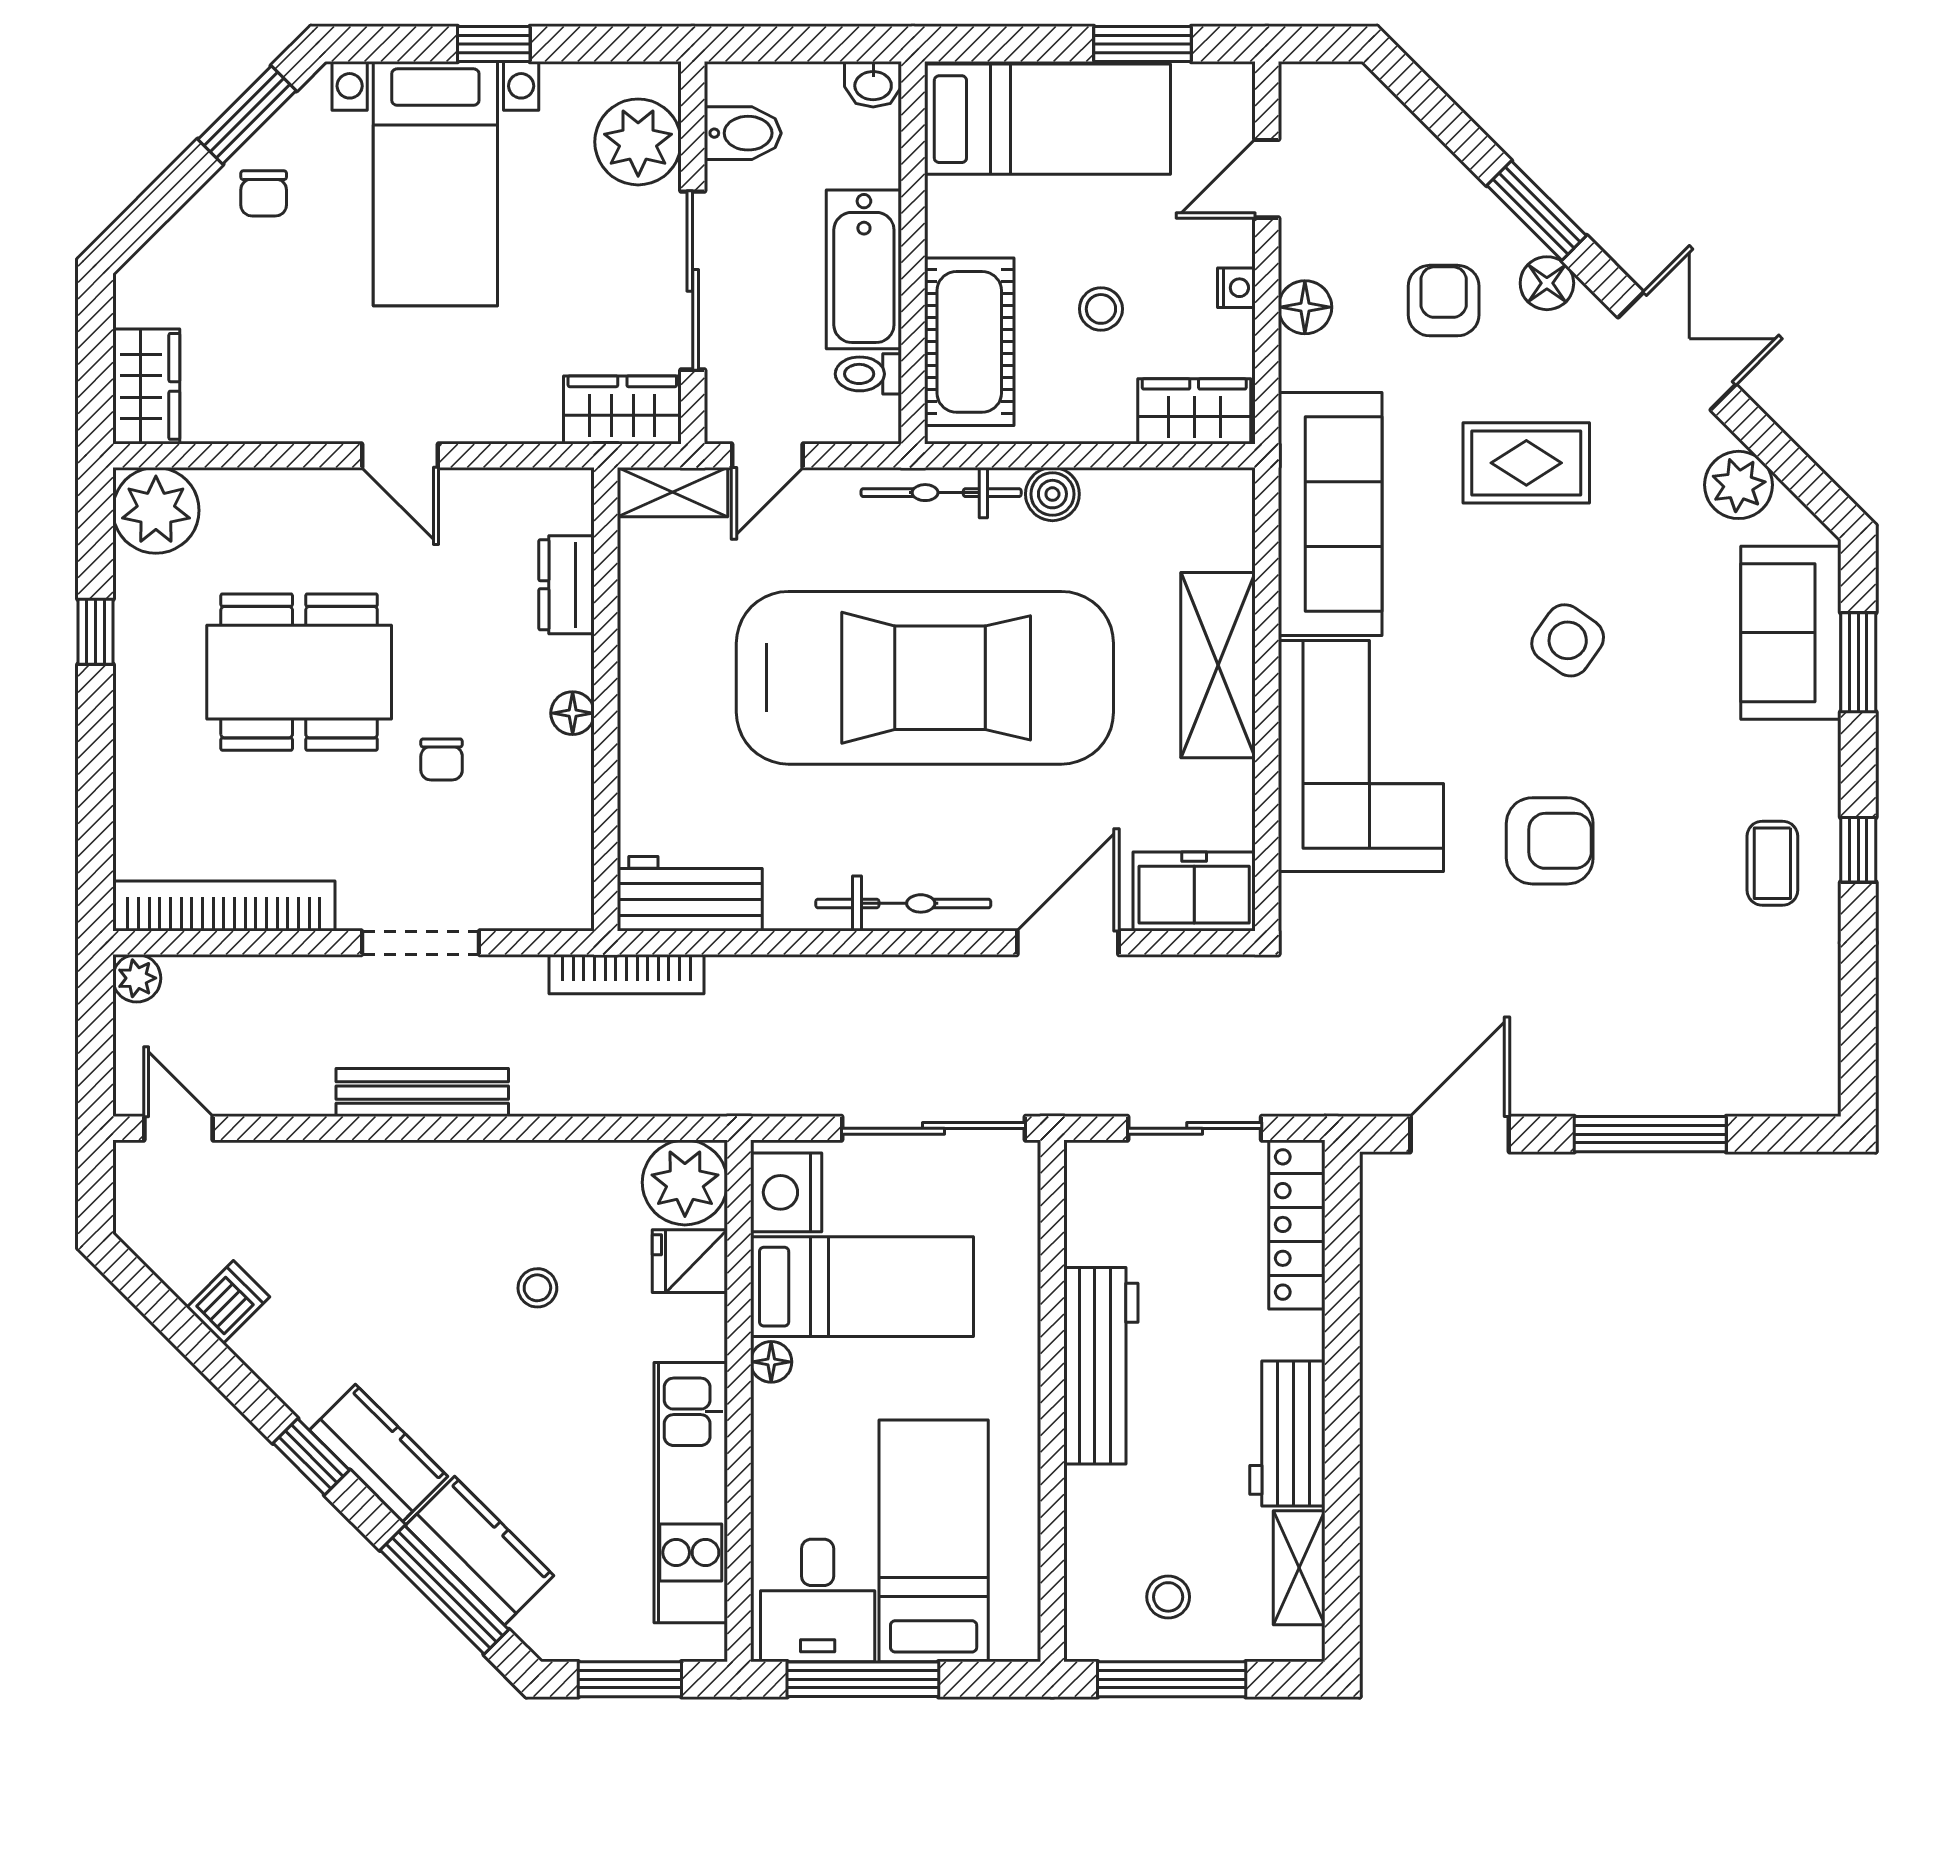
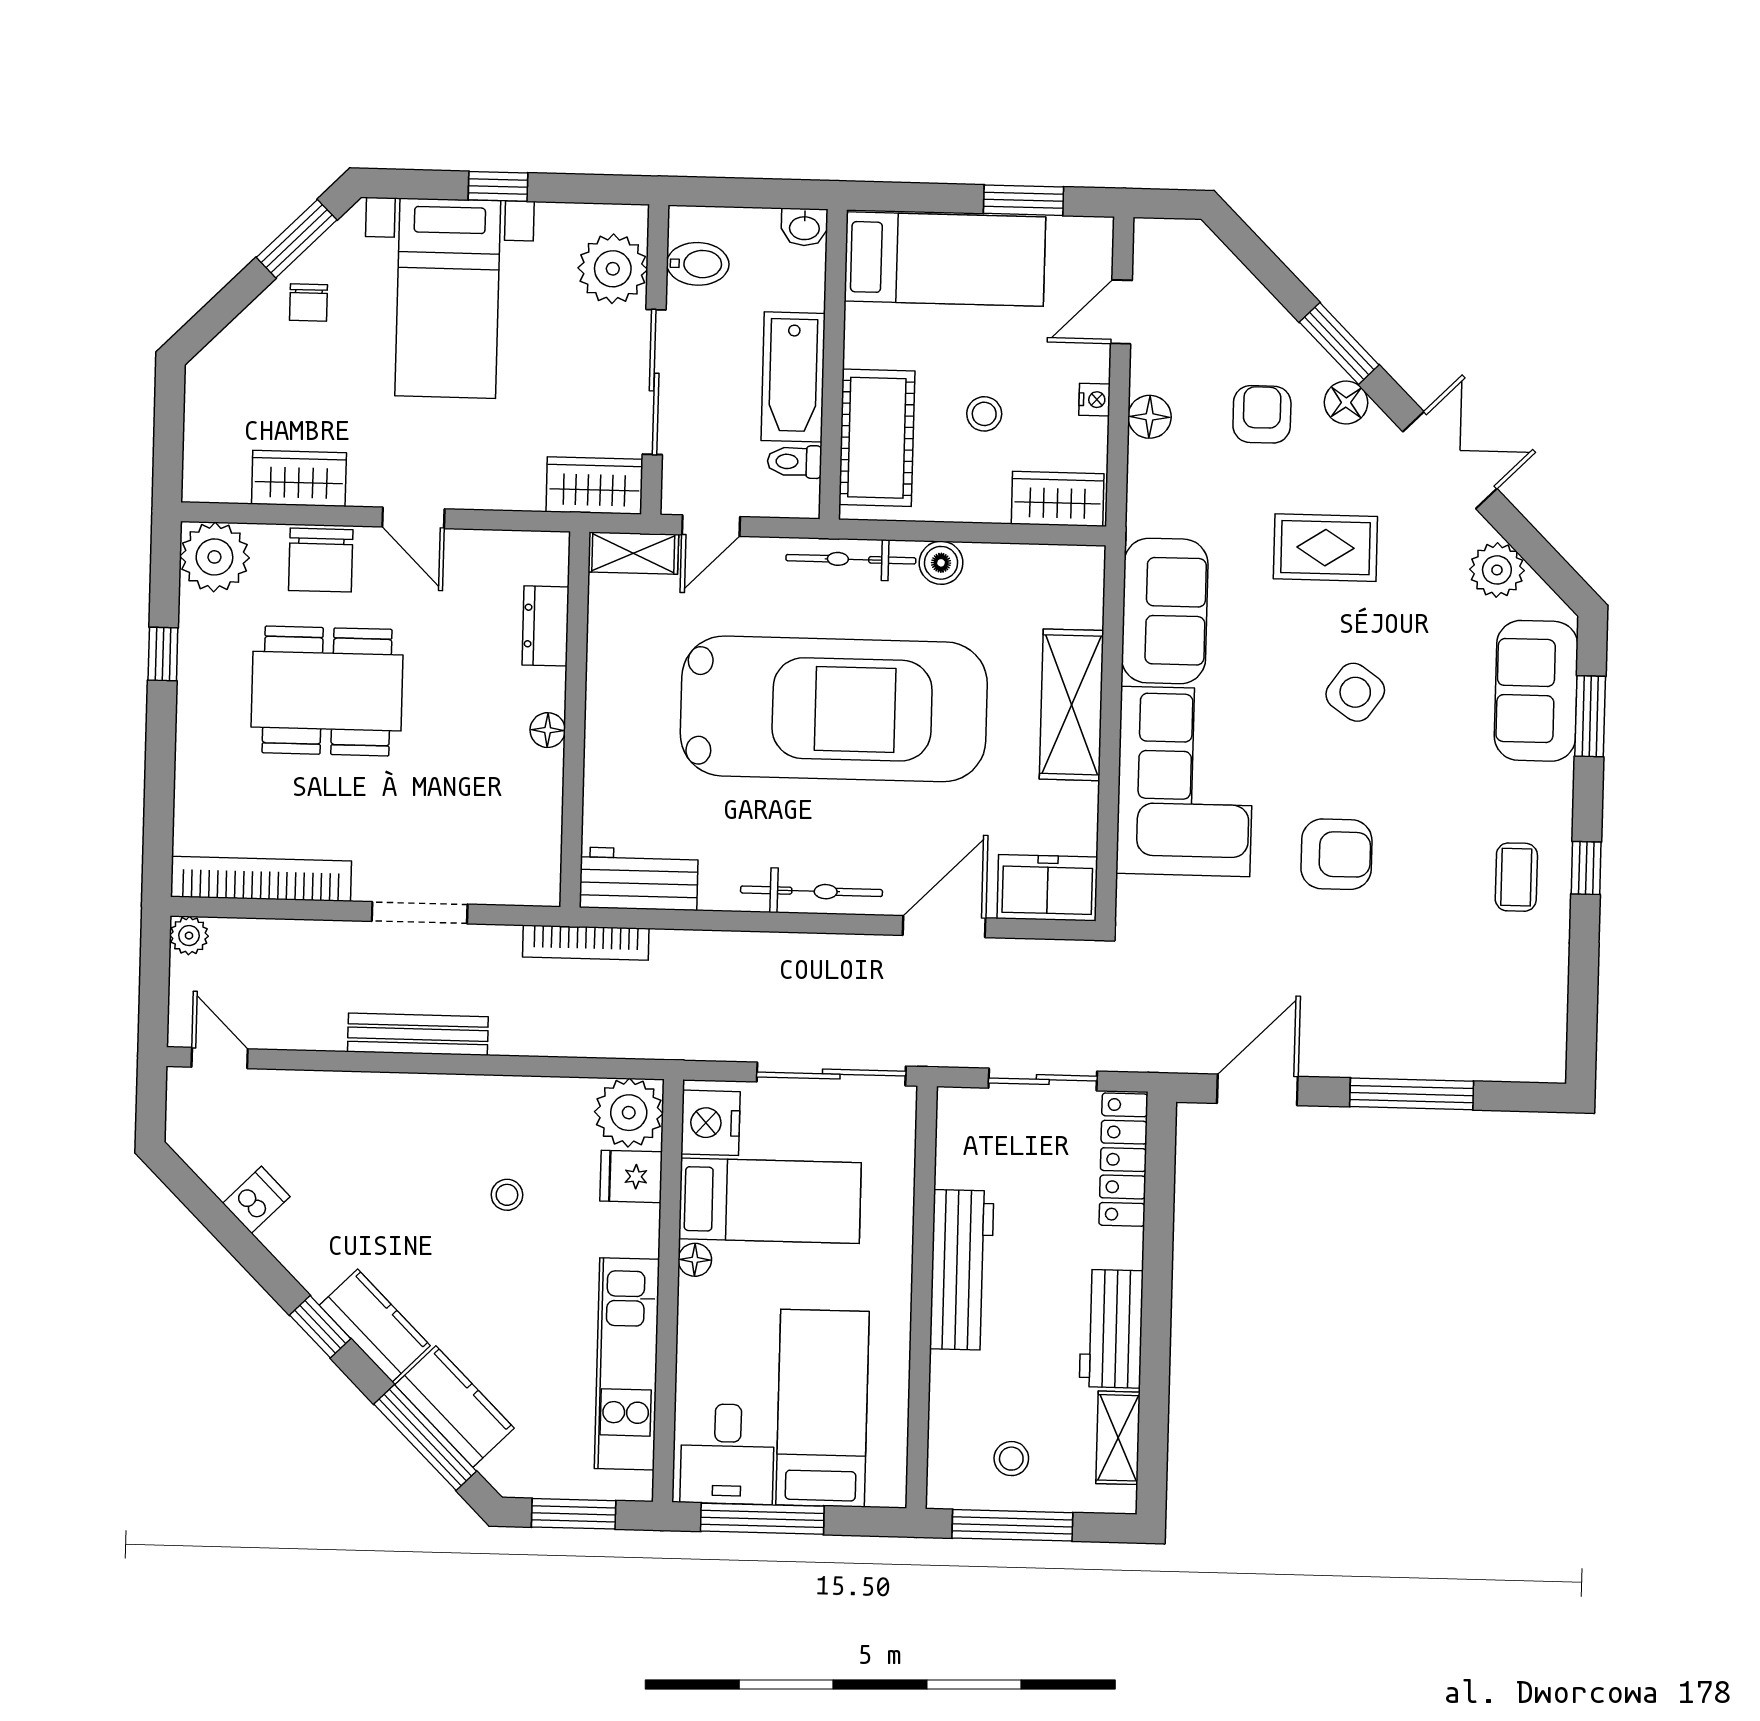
wardrobe: (146, 386) -> (299, 478), moved, turned -90
sofa: (1330, 514) -> (1165, 611), width x0.73
chair: (442, 759) -> (321, 560), moved, width x1.87, depth x1.87

